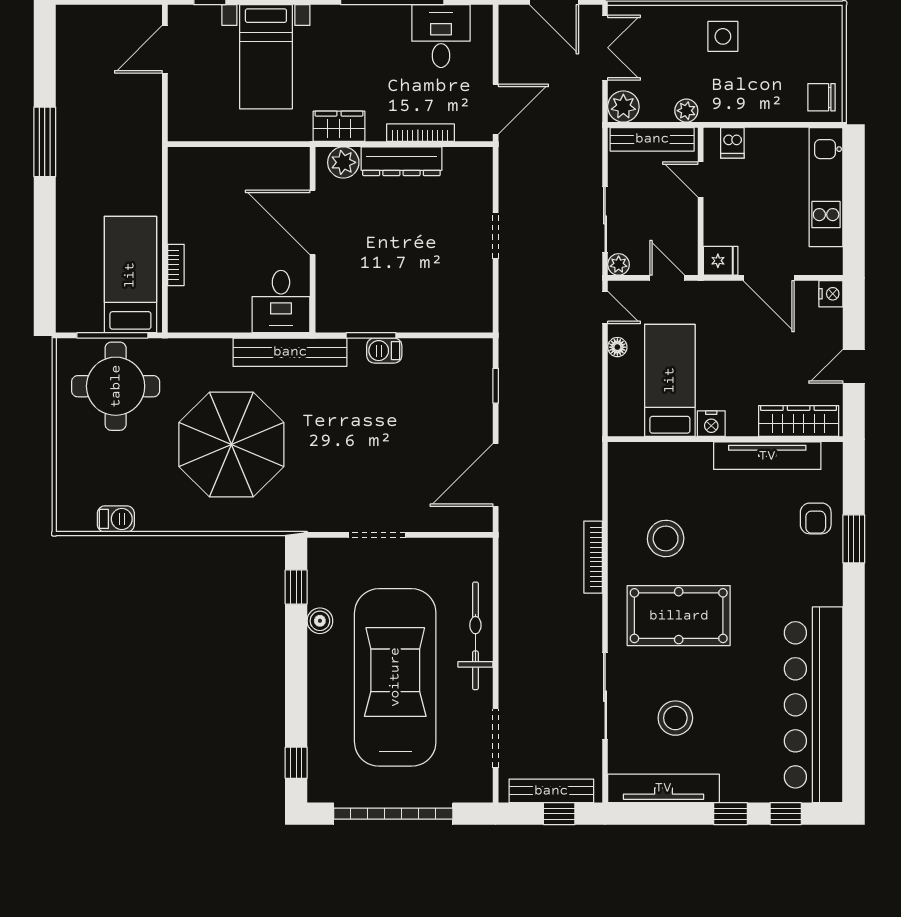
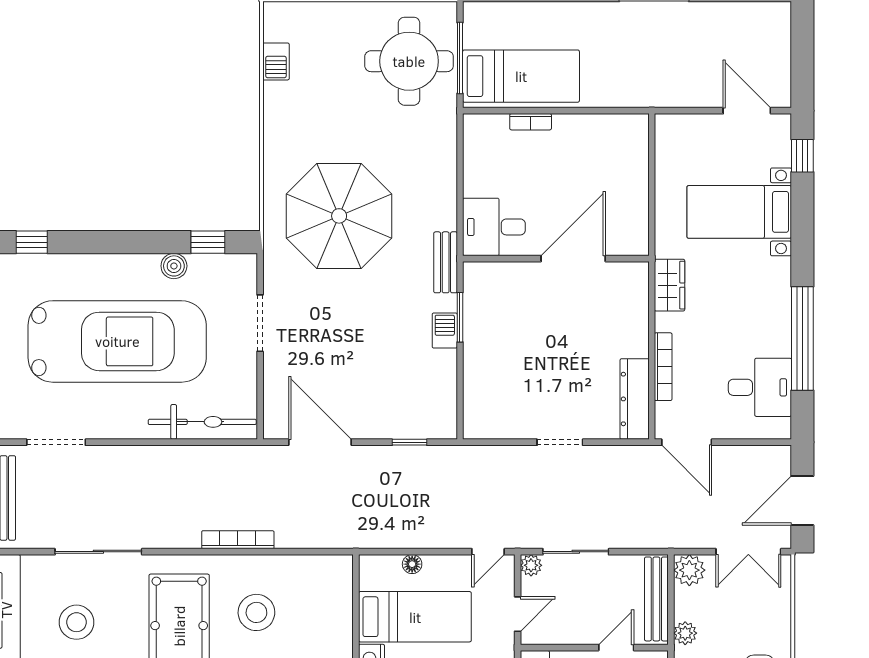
dresser: (401, 161) -> (635, 399), moved
plant: (343, 162) -> (633, 289), removed
floor lamp: (617, 347) -> (412, 564), moved
bench: (290, 352) -> (446, 262), width x0.54, depth x0.82
parasol: (231, 445) -> (339, 216), moved
bicycle: (475, 636) -> (202, 422), moved

